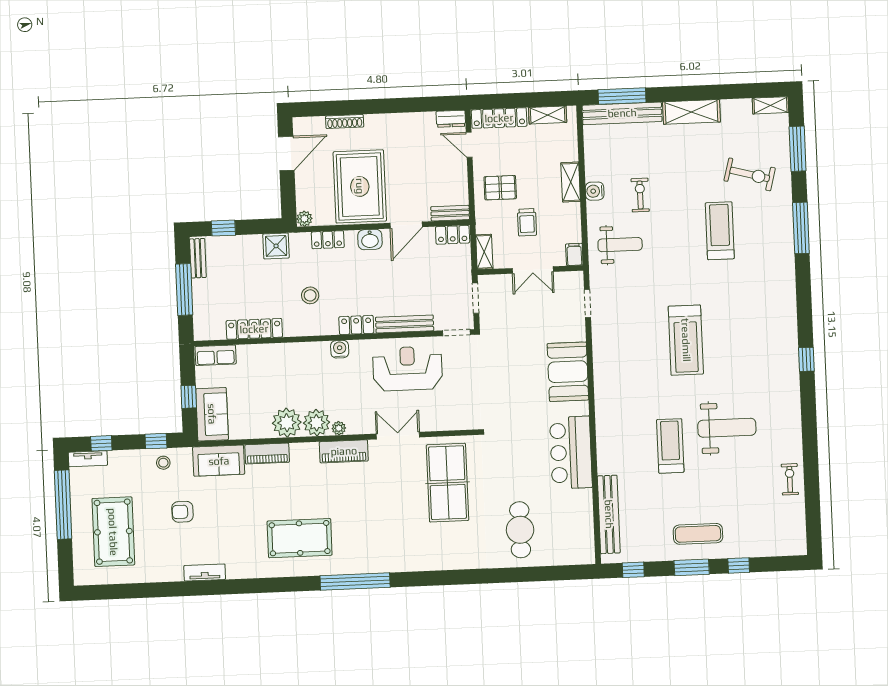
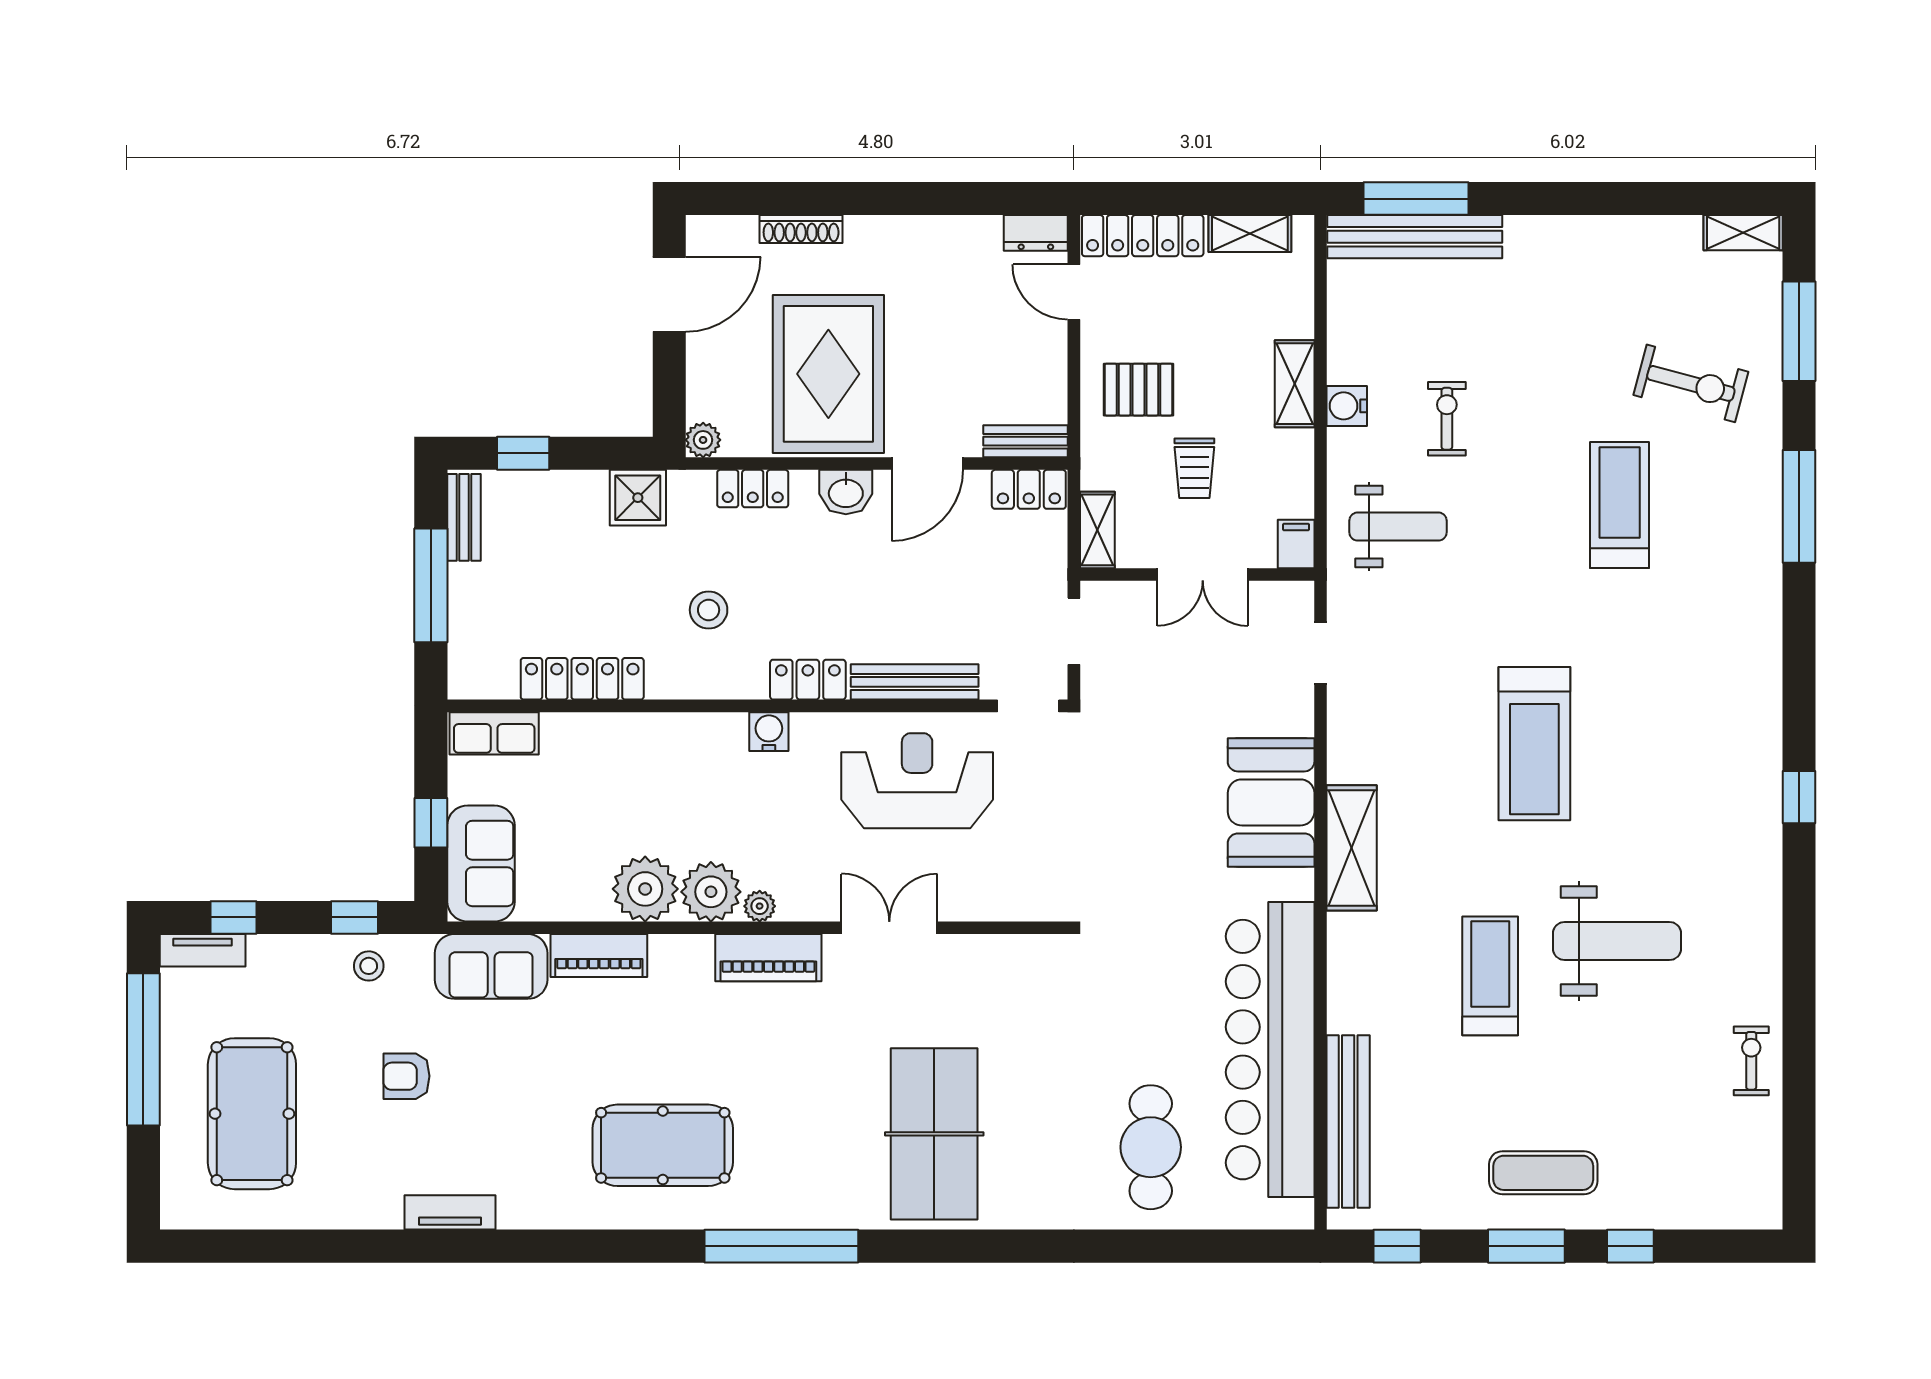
shelving: (691, 112) -> (1352, 848), moved, turned 90
bar counter: (571, 453) -> (1270, 1050), width x1.86
table tennis table: (447, 483) -> (934, 1134), moved

